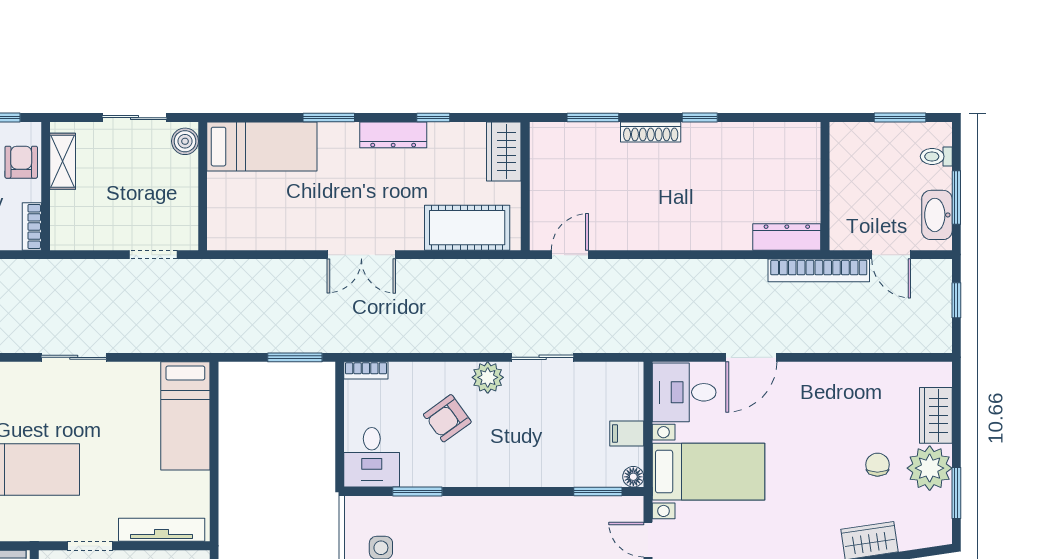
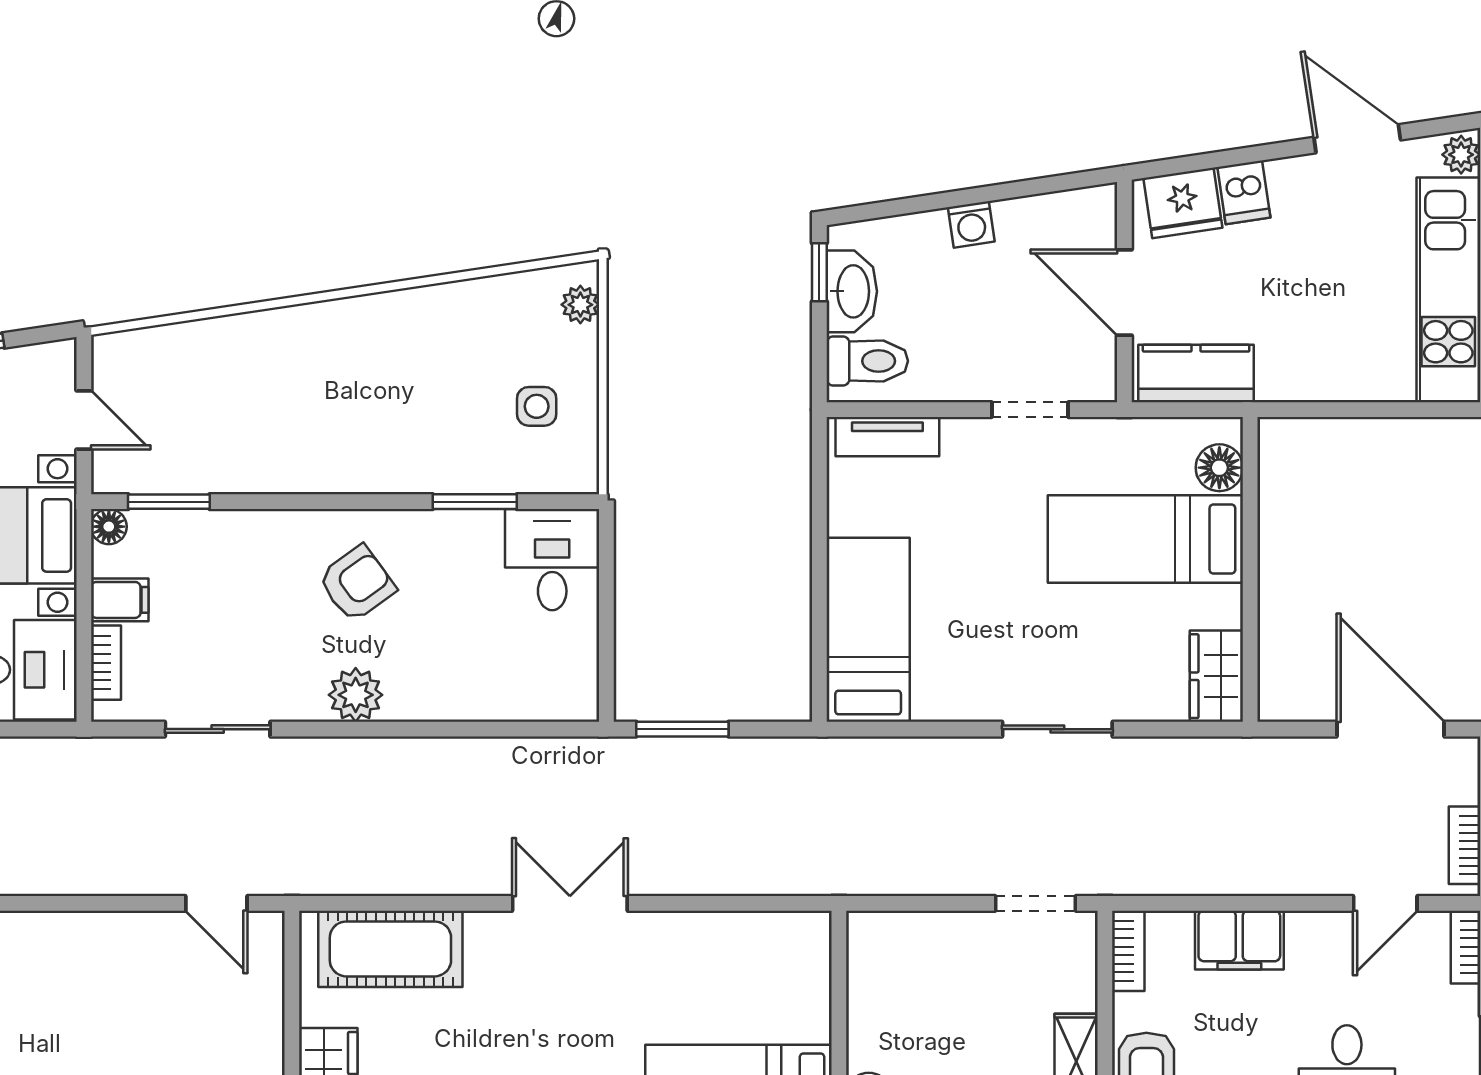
doorway: (153, 255) -> (1036, 903), moved
door: (570, 255) -> (216, 903), hinge flipped
sliding door: (543, 357) -> (218, 729), moved
bookcase: (366, 370) -> (106, 663), moved, turned 90
armchair: (447, 418) -> (357, 584), moved
tv unit: (162, 530) -> (887, 437), width x0.71

